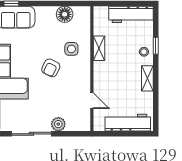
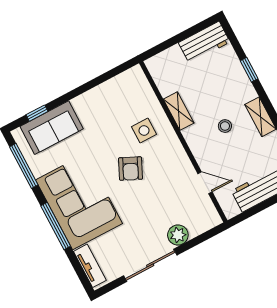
floor lamp: (65, 14) -> (112, 91), removed
workbench: (131, 14) -> (204, 42), width x0.73
stool: (144, 52) -> (225, 126), moved

